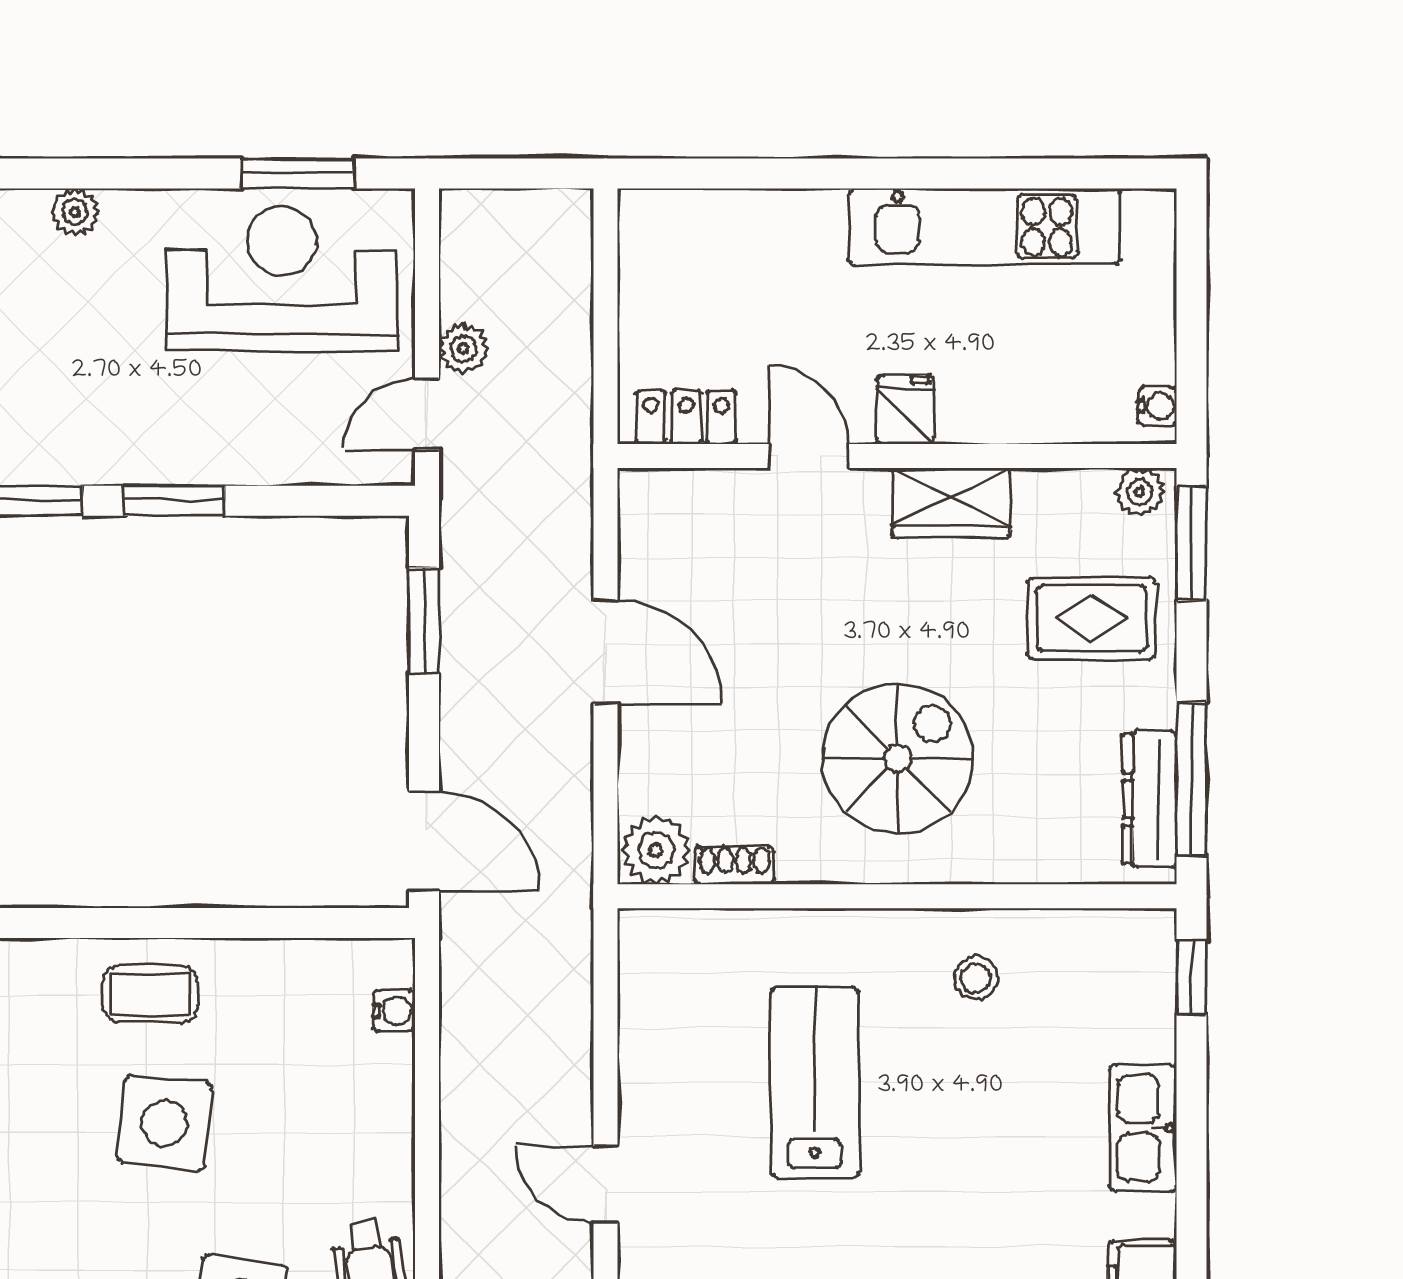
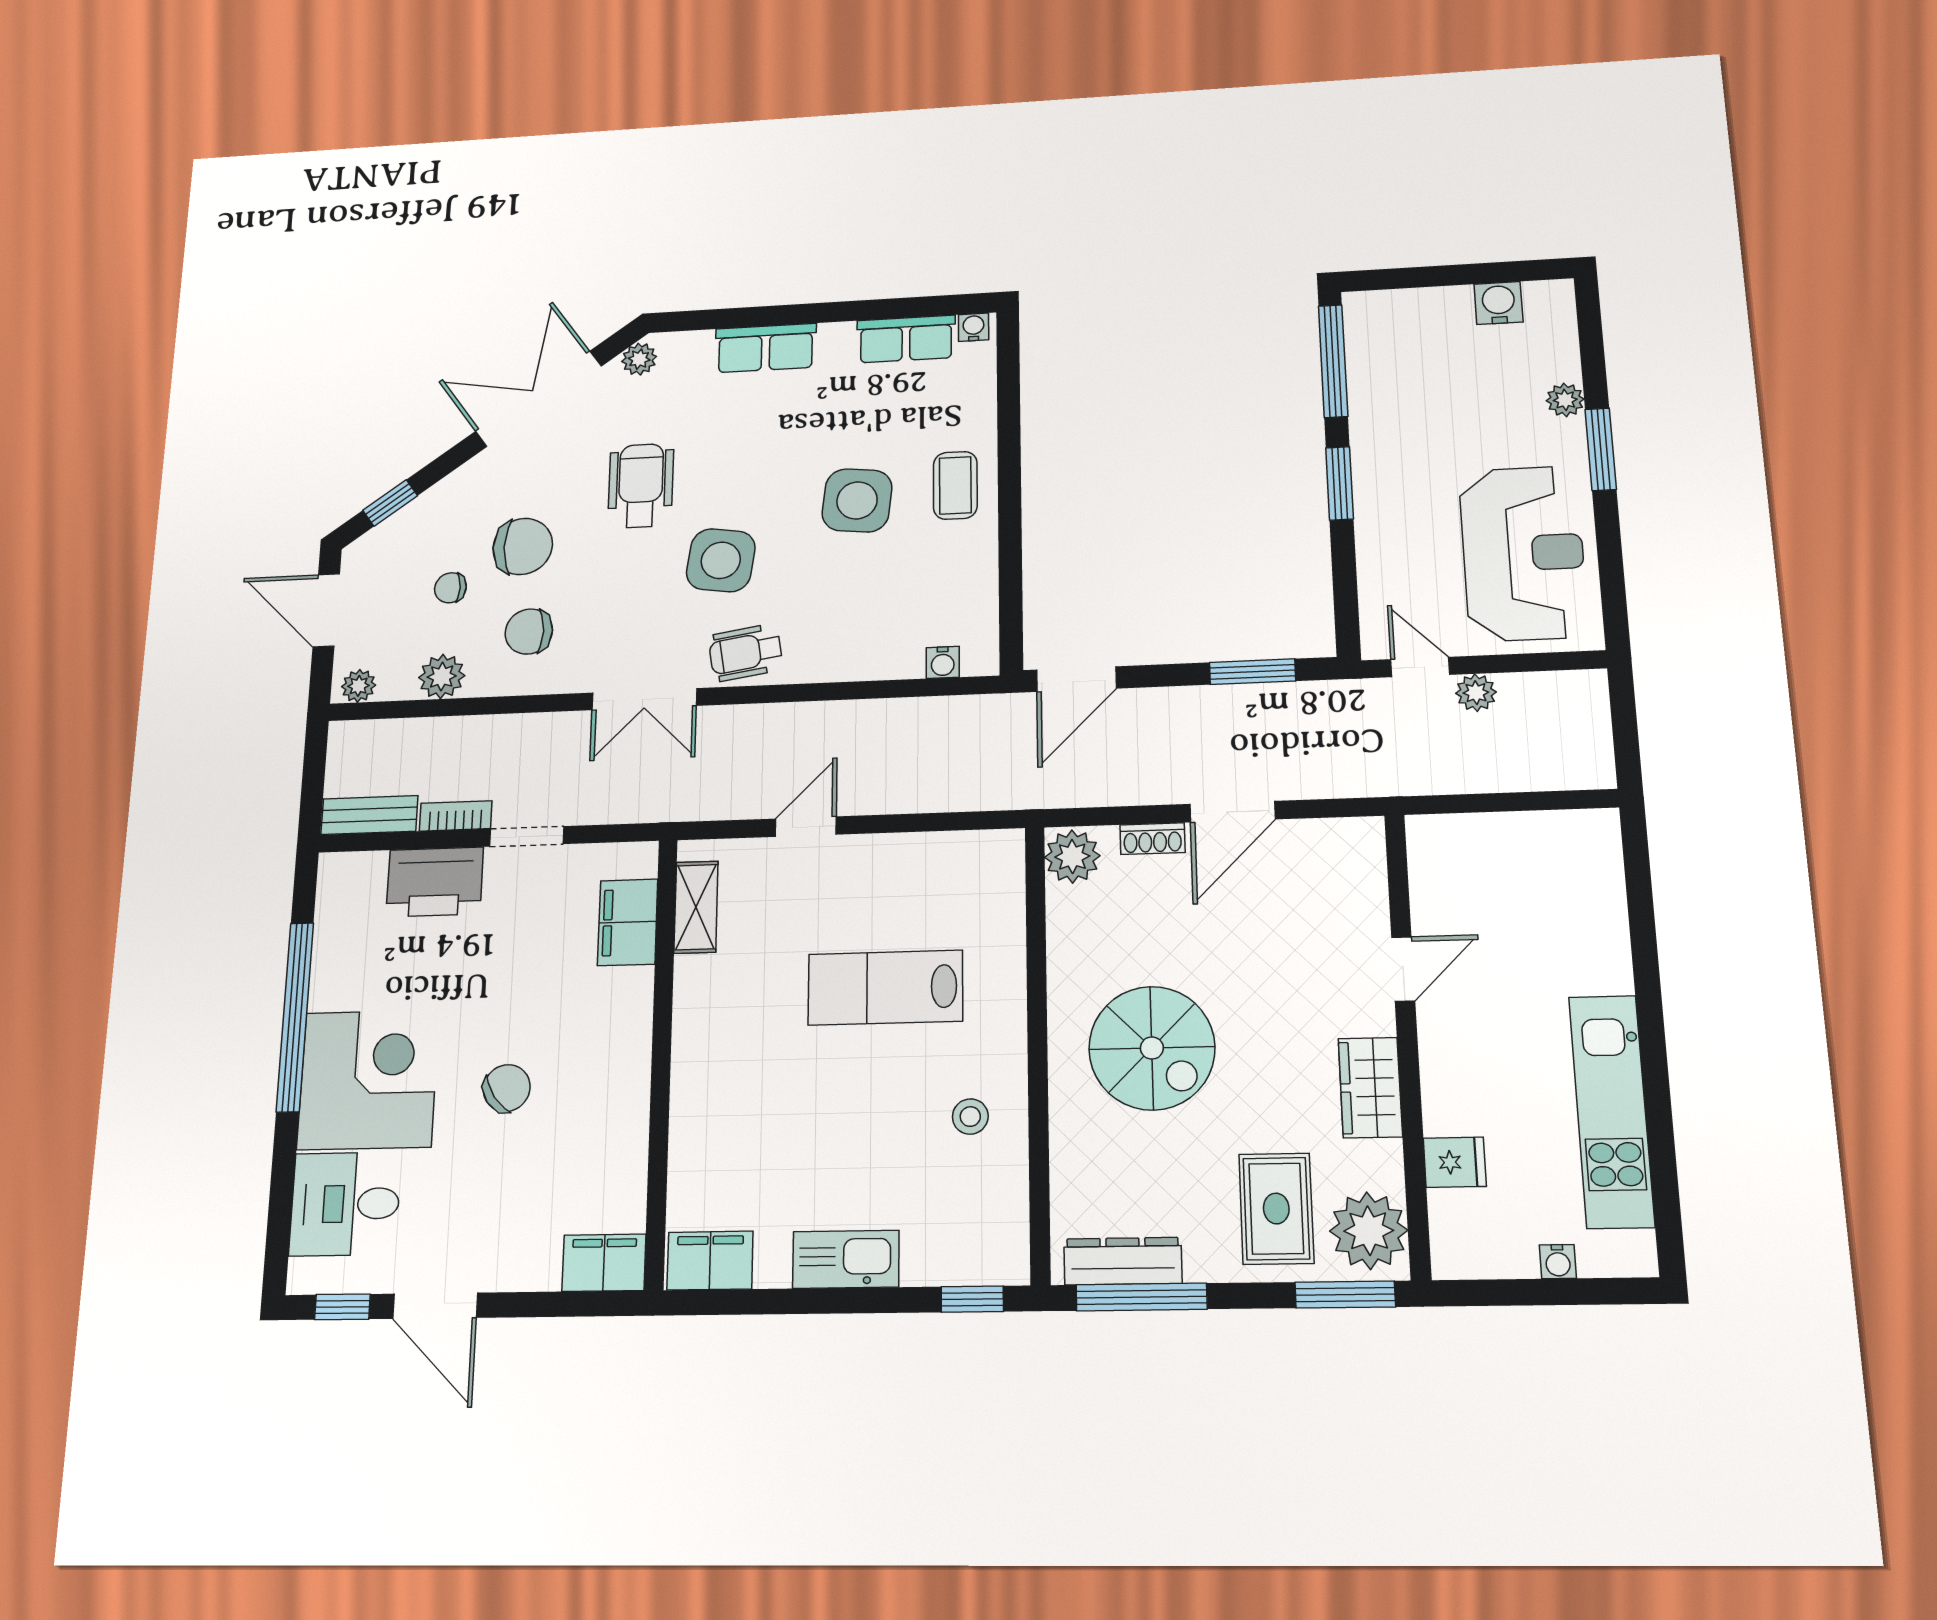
window: (298, 173) -> (1601, 449), moved
water cooler: (1157, 406) -> (1558, 1262), moved
fridge: (905, 410) -> (1455, 1162), moved
locker: (686, 417) -> (1430, 869), removed
plant: (1140, 492) -> (1369, 1231), width x1.87, depth x1.87
shoe rack: (734, 865) -> (1153, 839), moved, turned 90
lab bench: (815, 1082) -> (885, 988), turned 180

